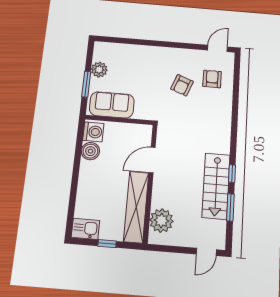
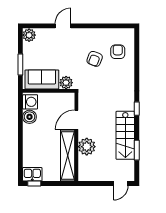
door: (217, 48) -> (63, 26), moved
plant: (99, 70) -> (29, 35), moved
plant: (143, 111) -> (66, 83), added
window: (232, 174) -> (137, 109), moved
plant: (161, 221) -> (87, 147), moved
window: (107, 244) -> (34, 184), moved

